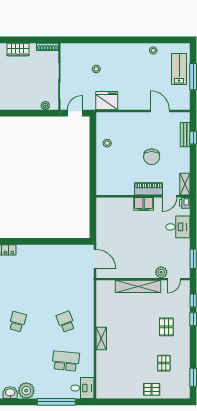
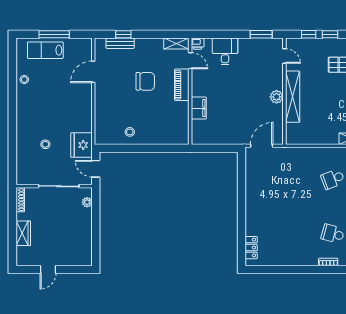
fridge: (107, 101) -> (81, 145), moved
filing cabinet: (144, 204) -> (199, 108), moved
plant: (161, 272) -> (277, 97), moved

